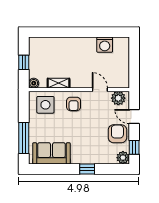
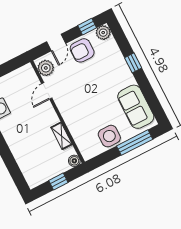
armchair: (74, 104) -> (75, 110), removed
side table: (45, 105) -> (109, 136), moved

